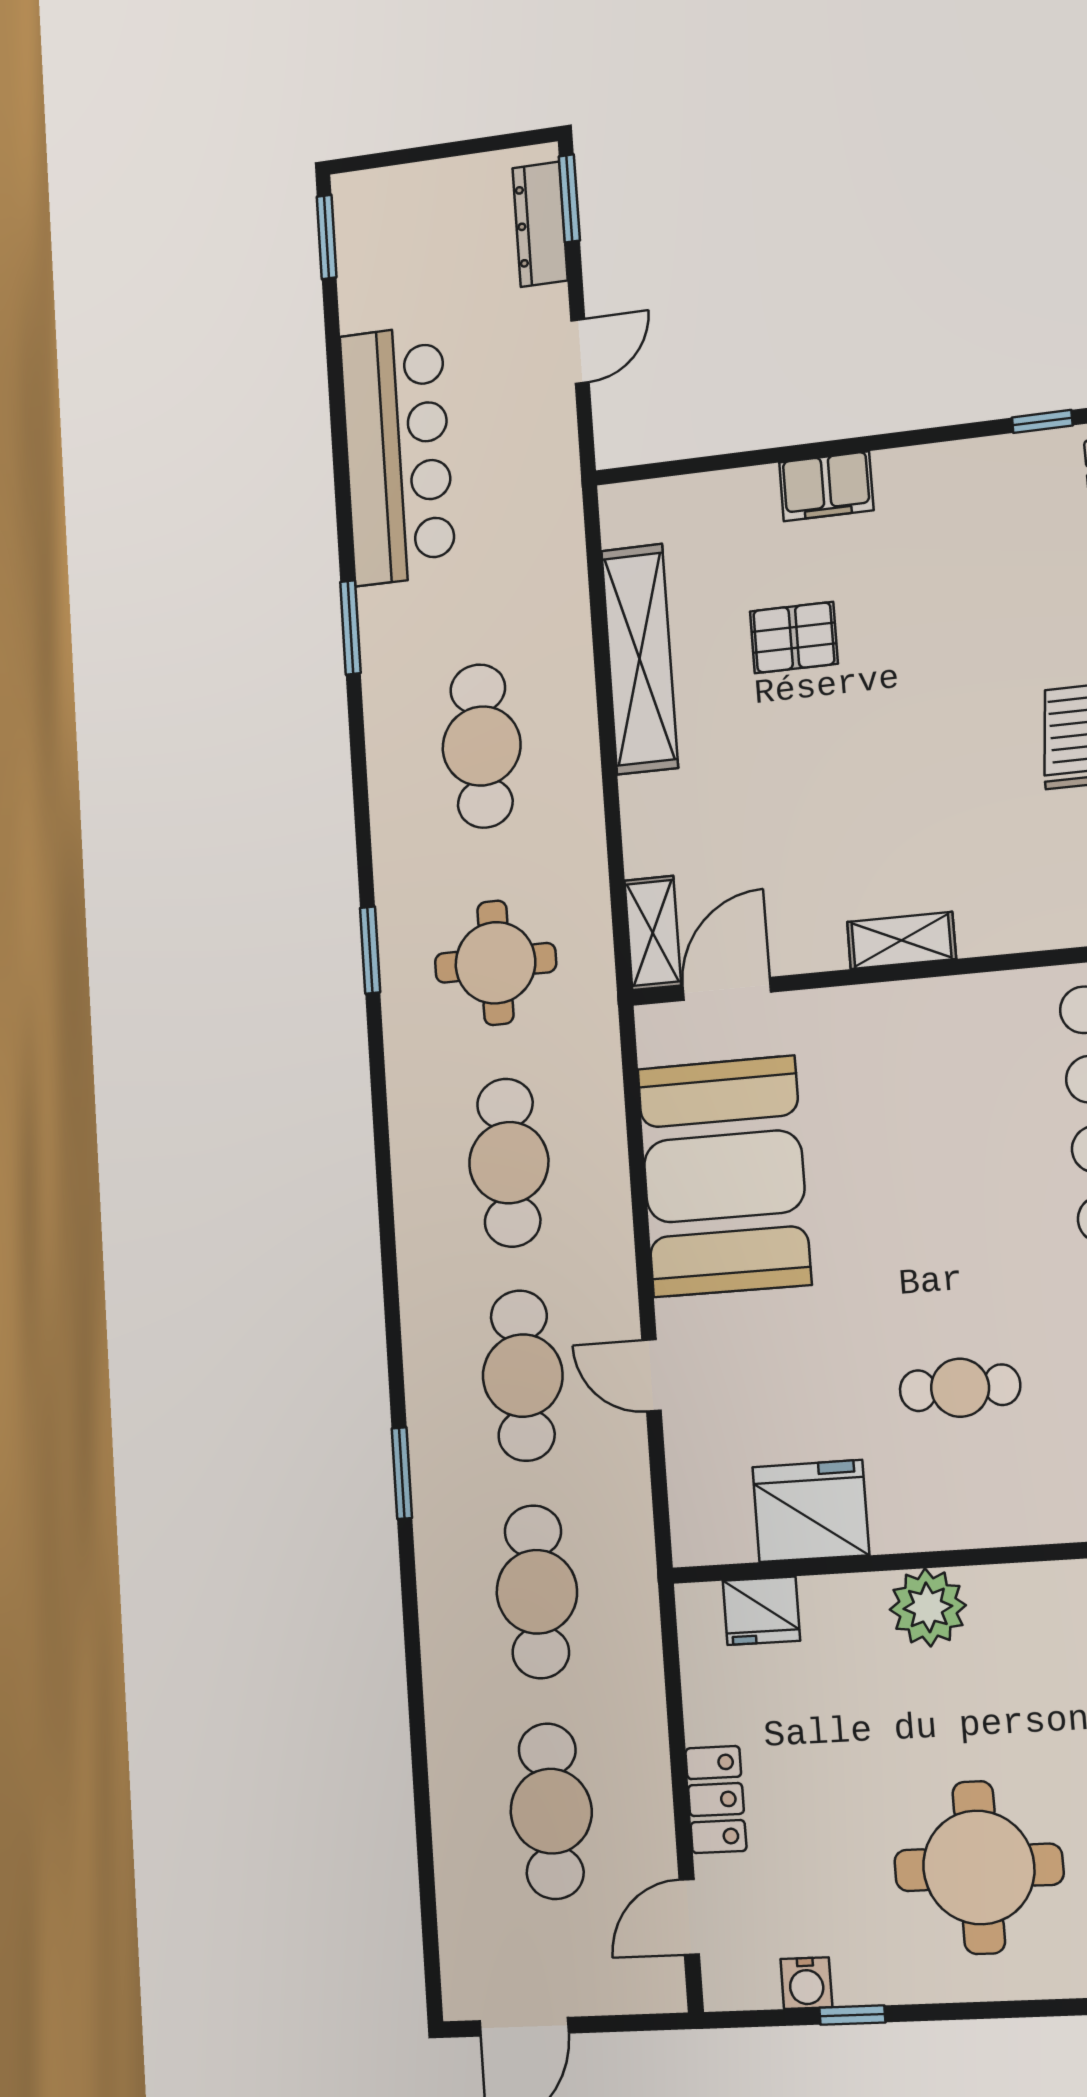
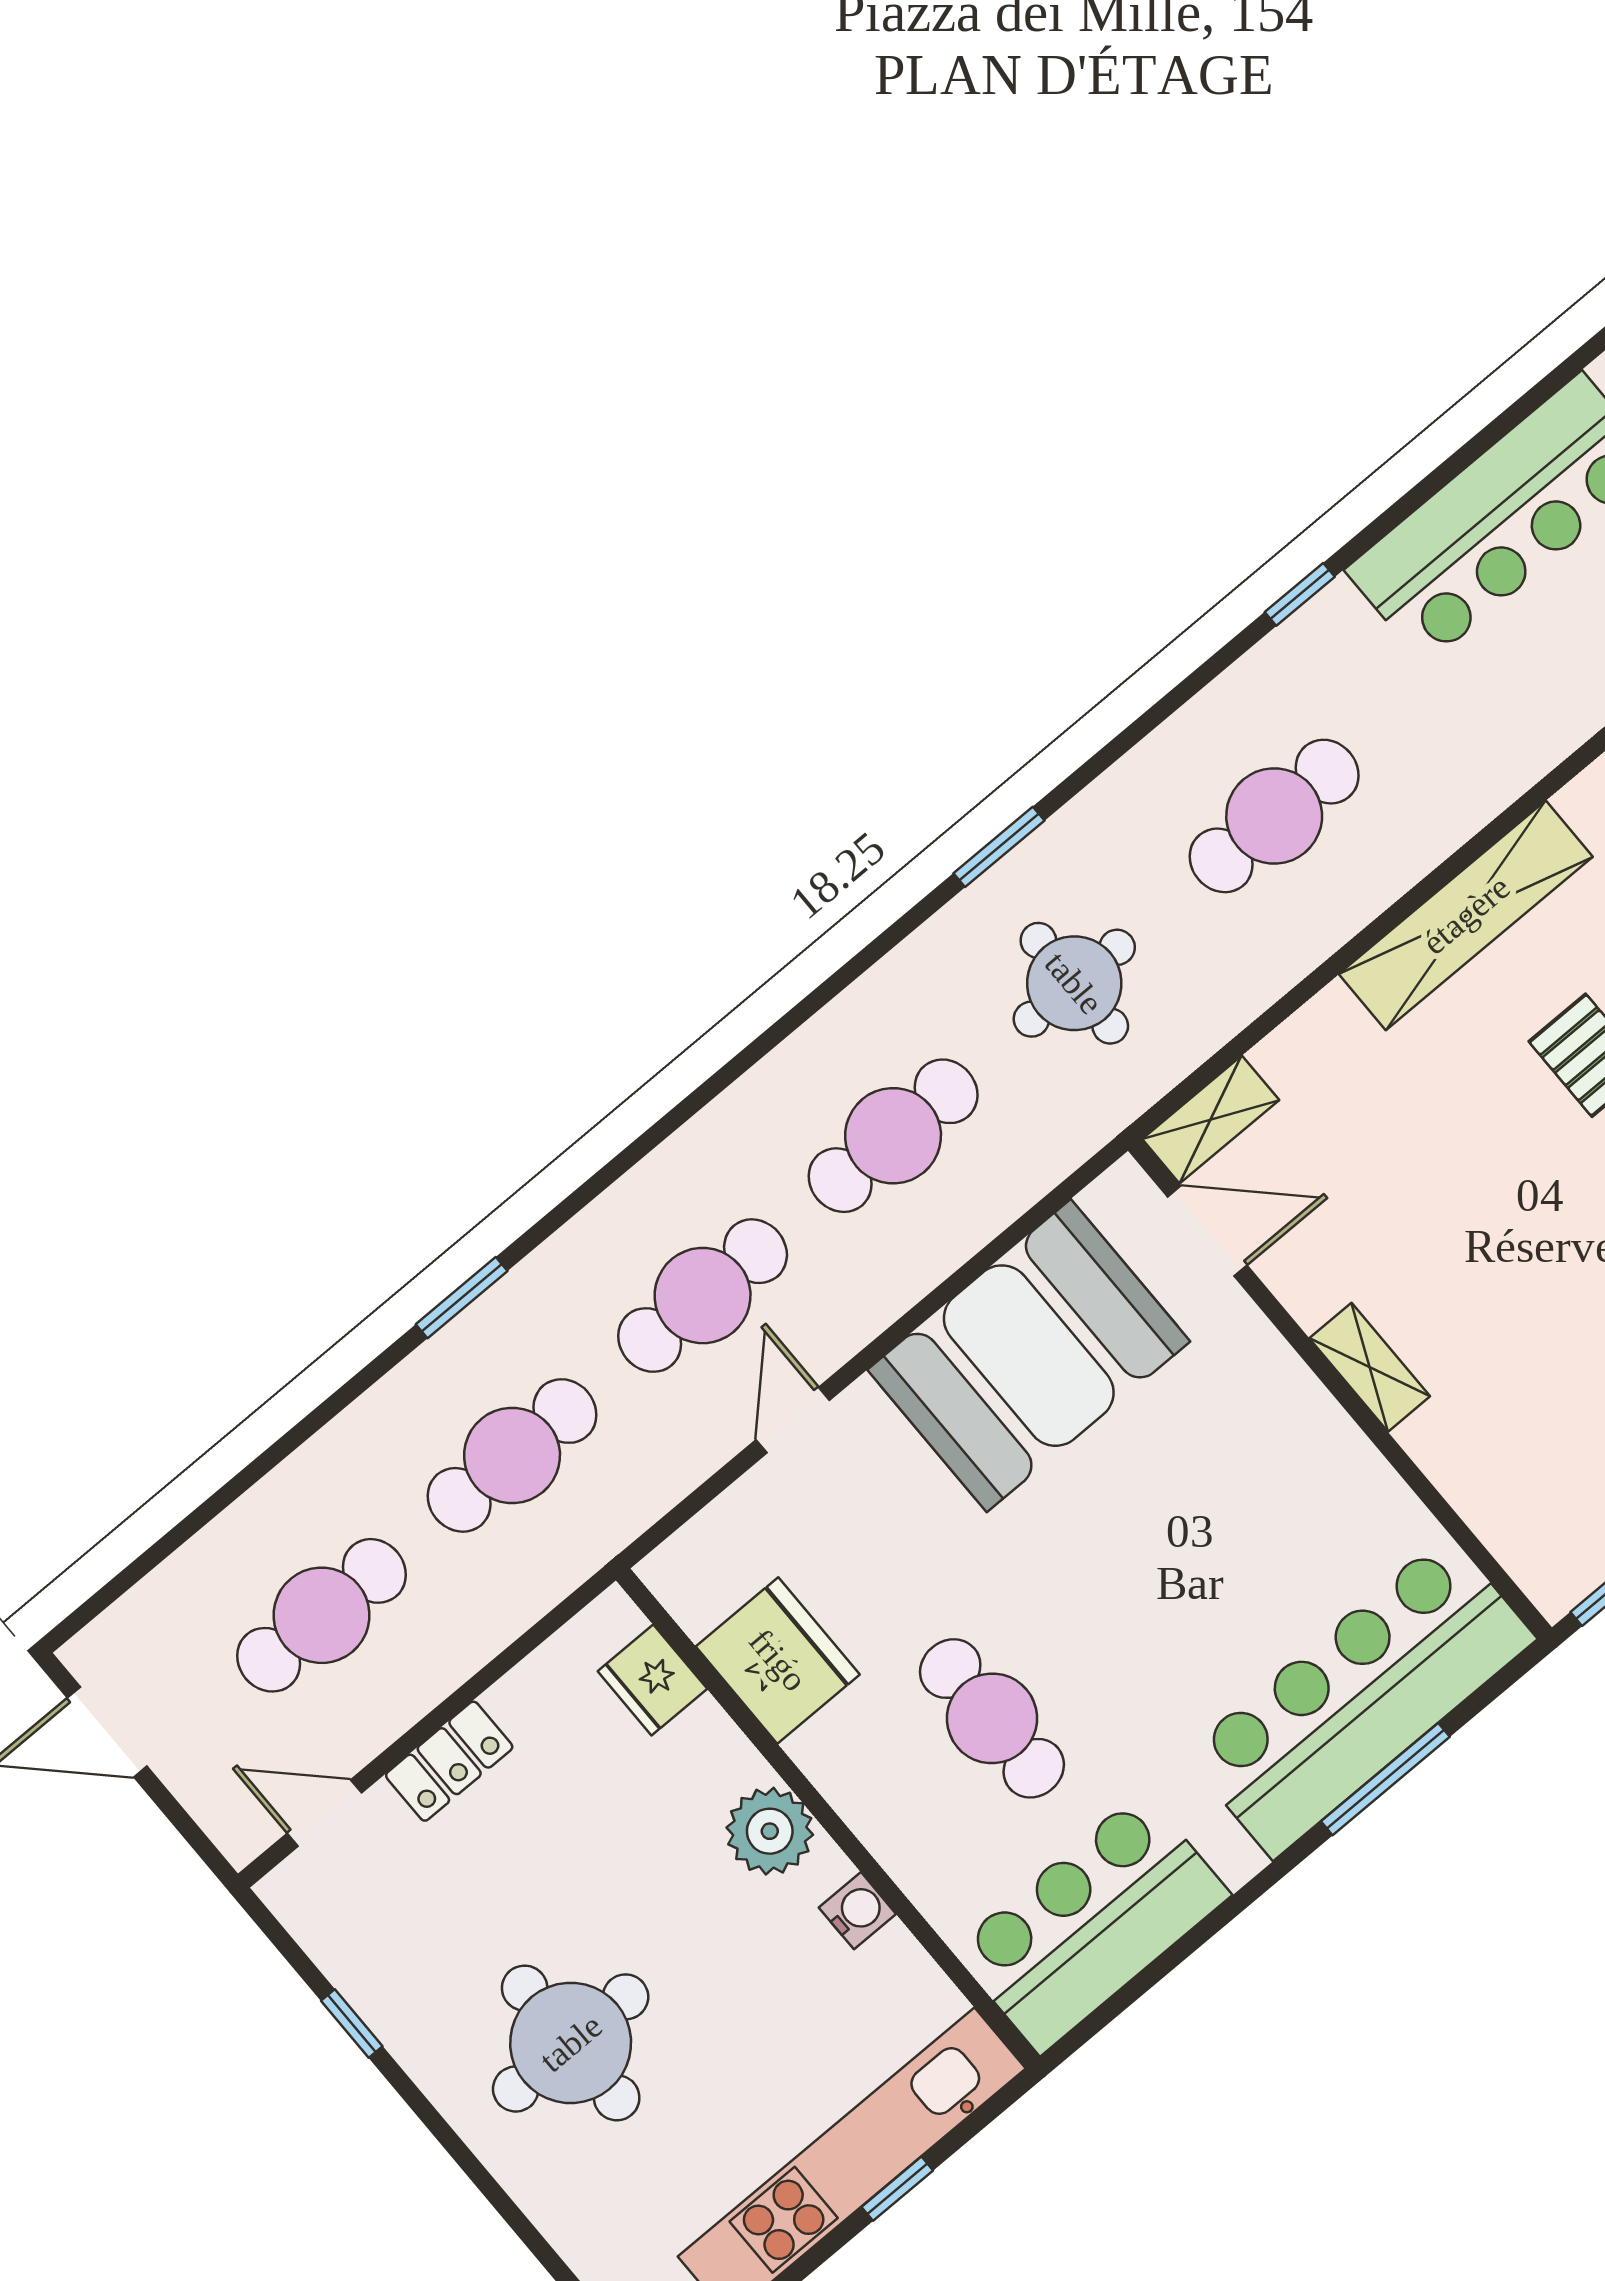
window: (350, 627) -> (1300, 594), width x0.67
cafe table: (960, 1388) -> (992, 1718), width x1.37, depth x1.35
window: (402, 1473) -> (462, 1298), moved
water cooler: (806, 1983) -> (857, 1911), moved, turned 180

